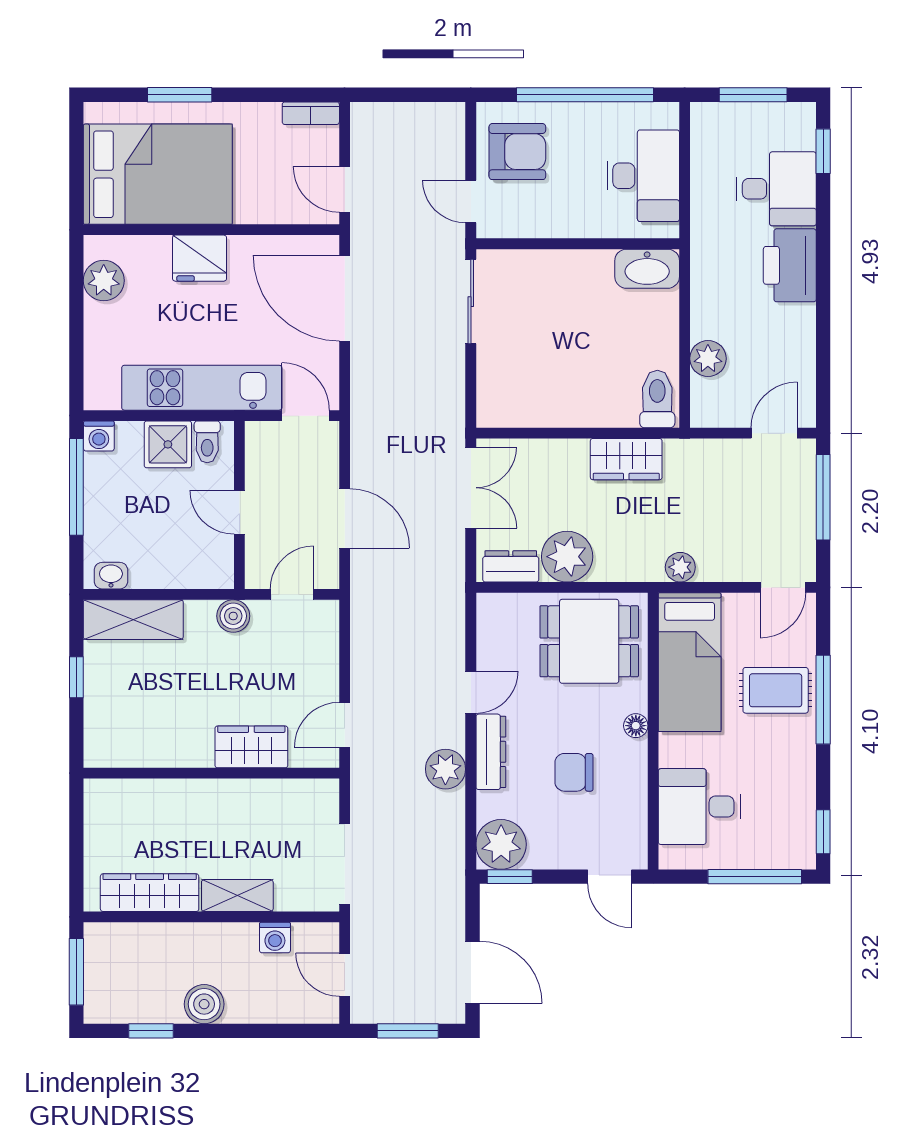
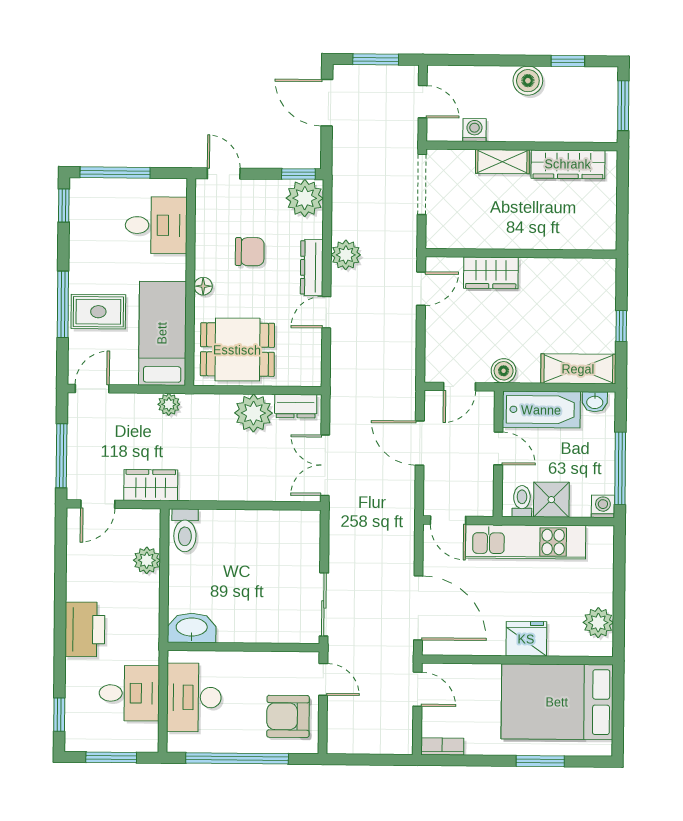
desk: (776, 189) -> (129, 693), moved, turned 180
wardrobe: (626, 459) -> (151, 485), moved
bathtub: (182, 565) -> (541, 410), added

